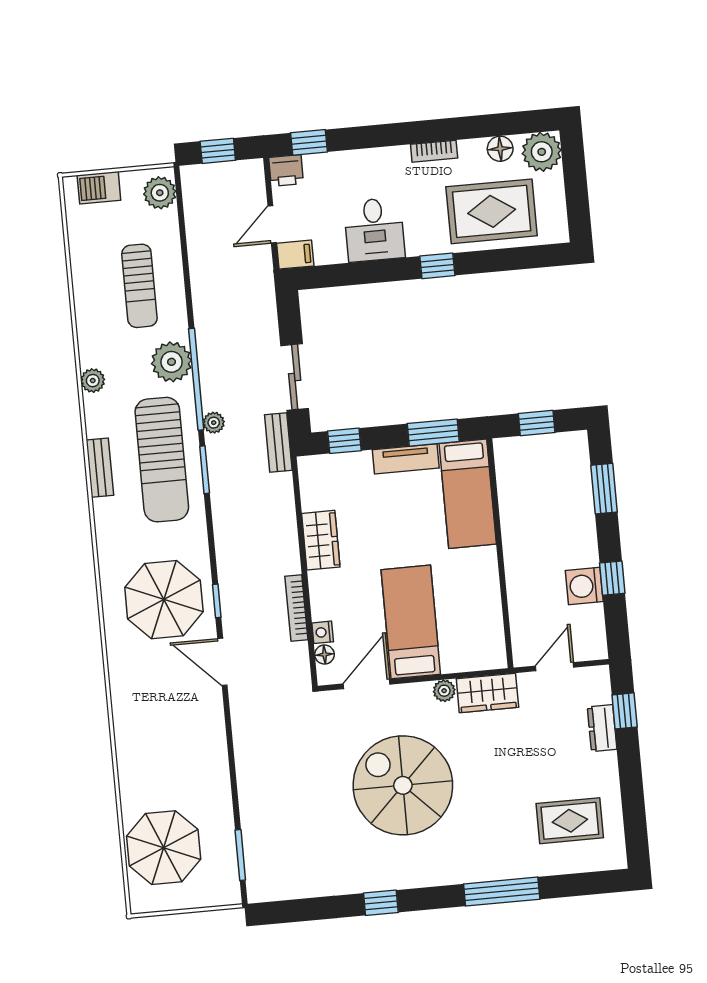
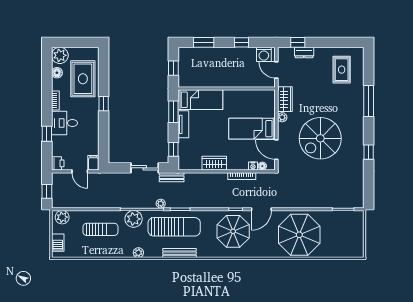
window: (309, 142) -> (47, 134), moved
desk: (374, 230) -> (64, 123), moved, turned 180
bench: (100, 468) -> (180, 253), width x1.36
washing machine: (584, 586) -> (264, 54), moved
parasol: (164, 848) -> (299, 235), moved, width x1.36, depth x1.36

